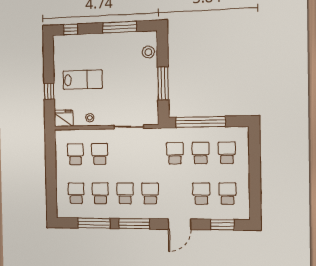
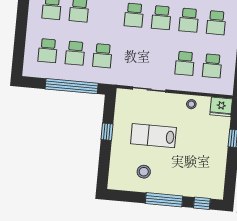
window: (120, 27) -> (164, 200), moved
stool: (148, 52) -> (144, 172), moved
lab bench: (83, 80) -> (153, 136), moved
window: (163, 83) -> (107, 132), width x0.46

